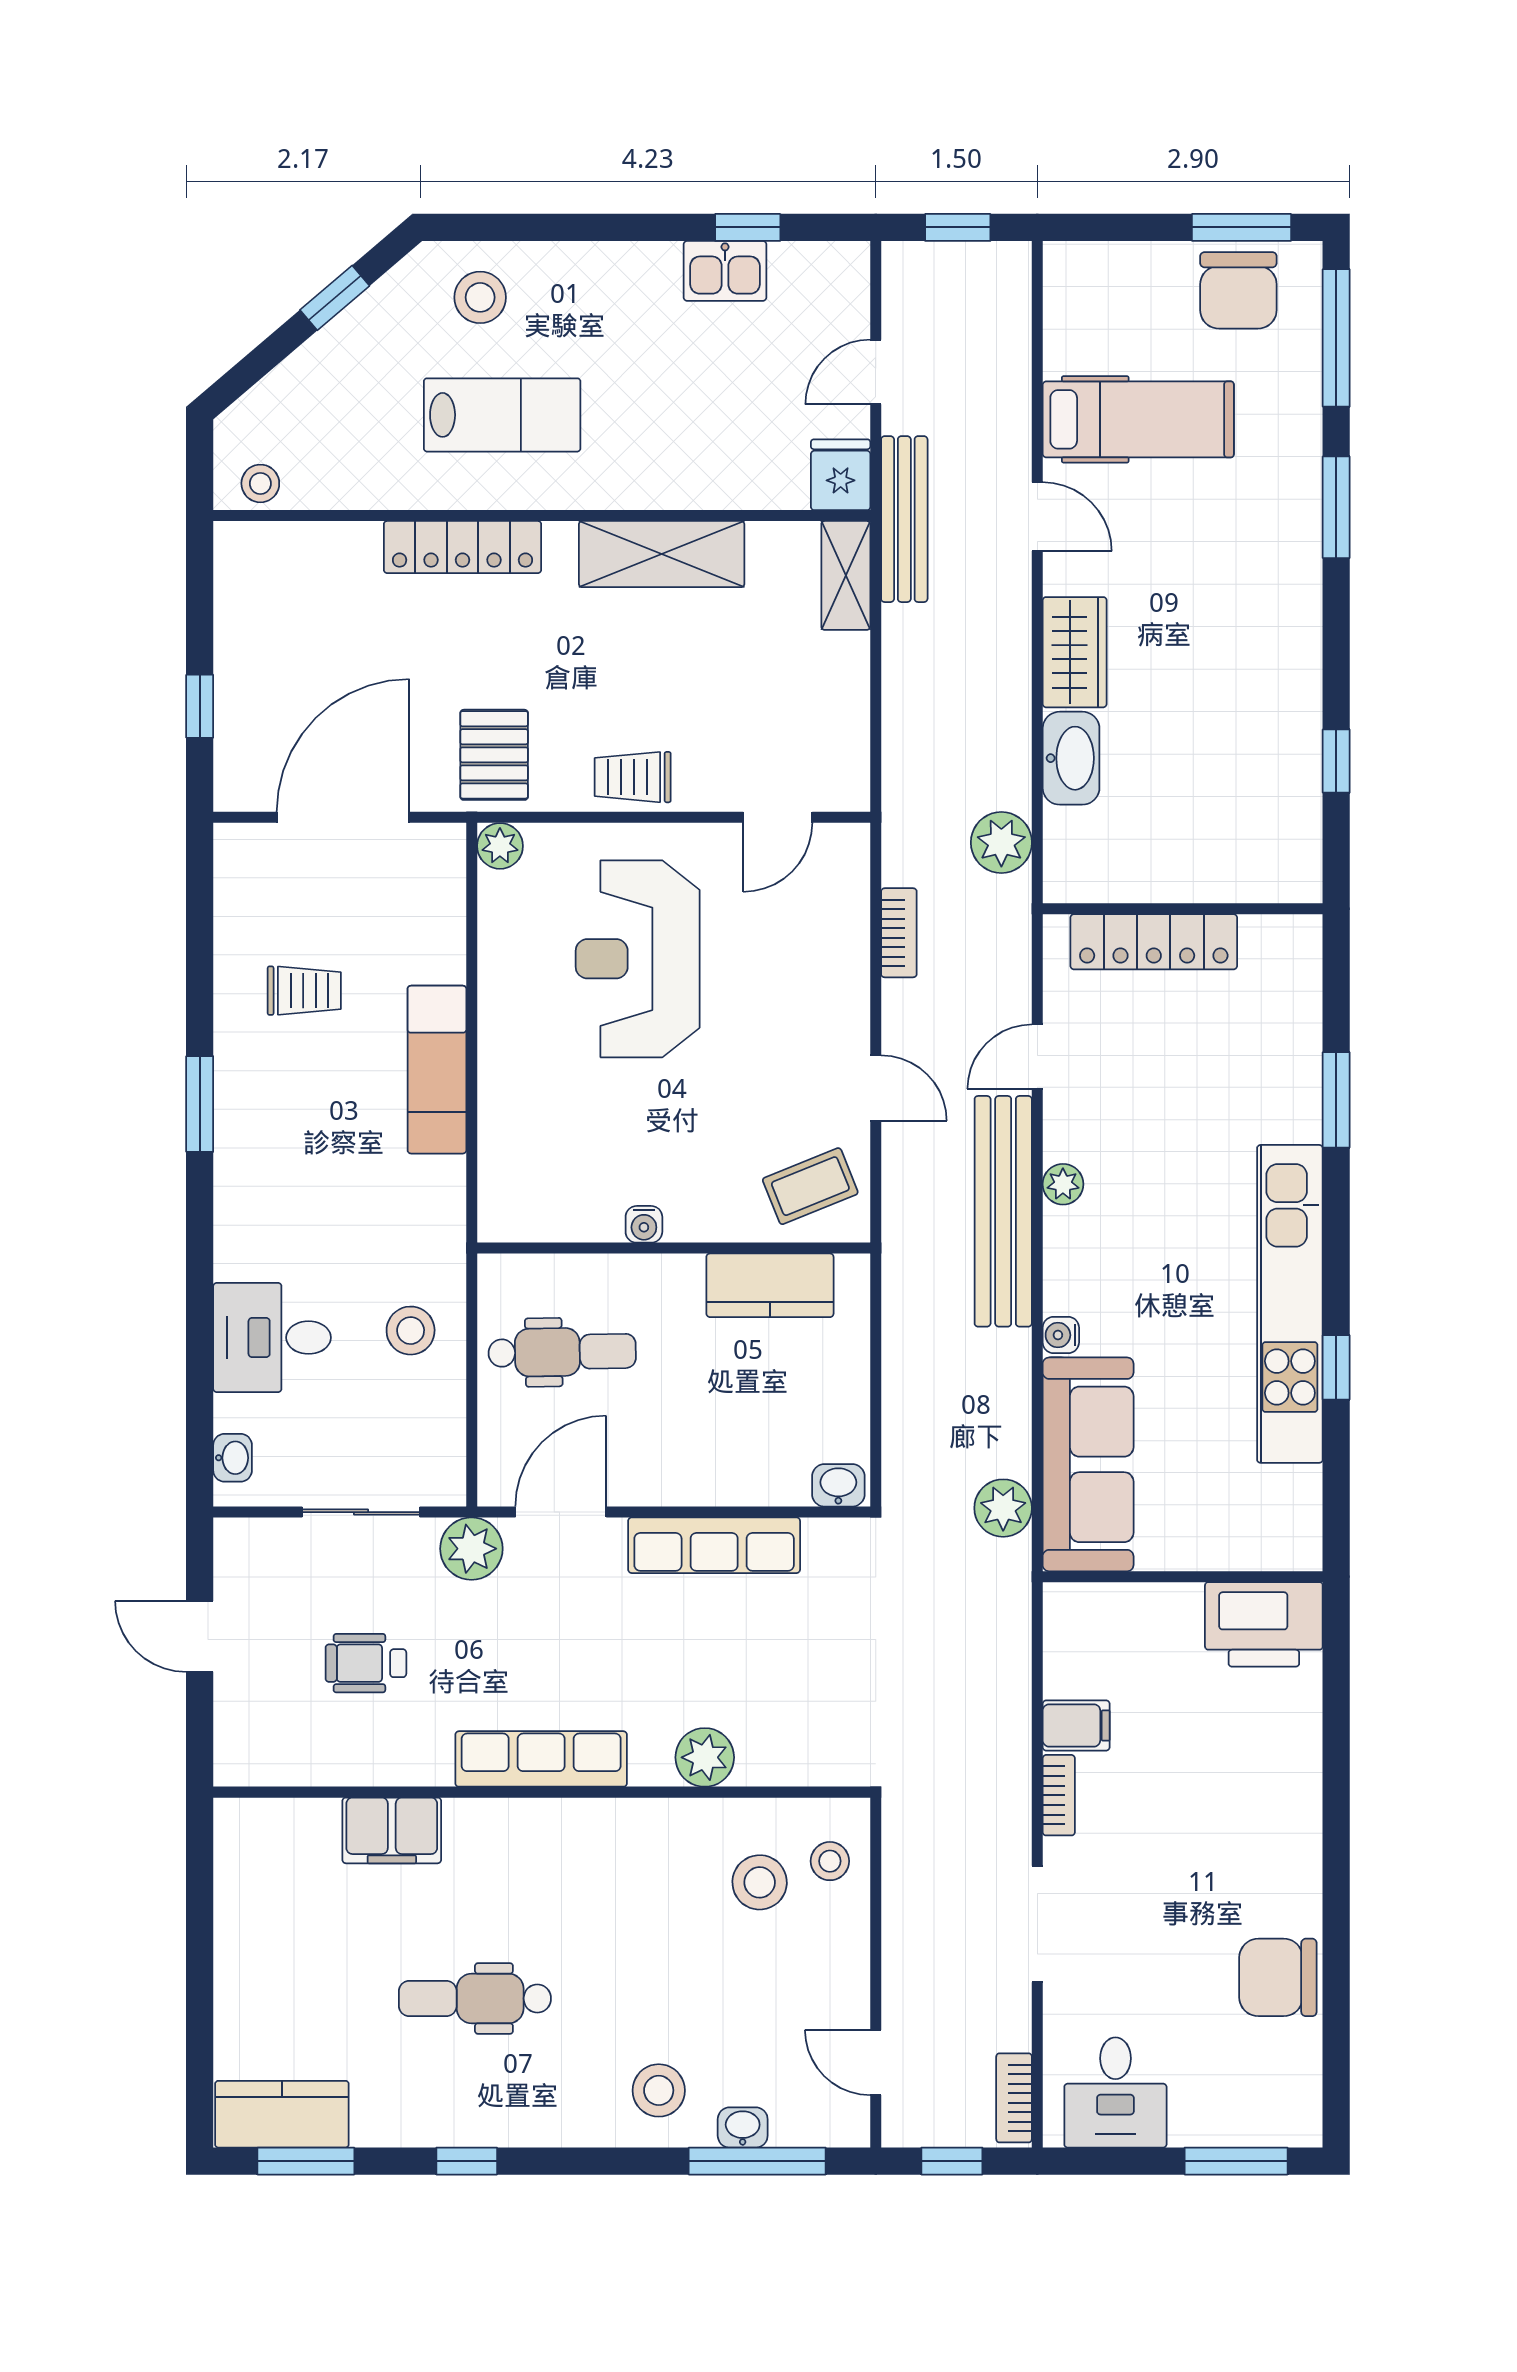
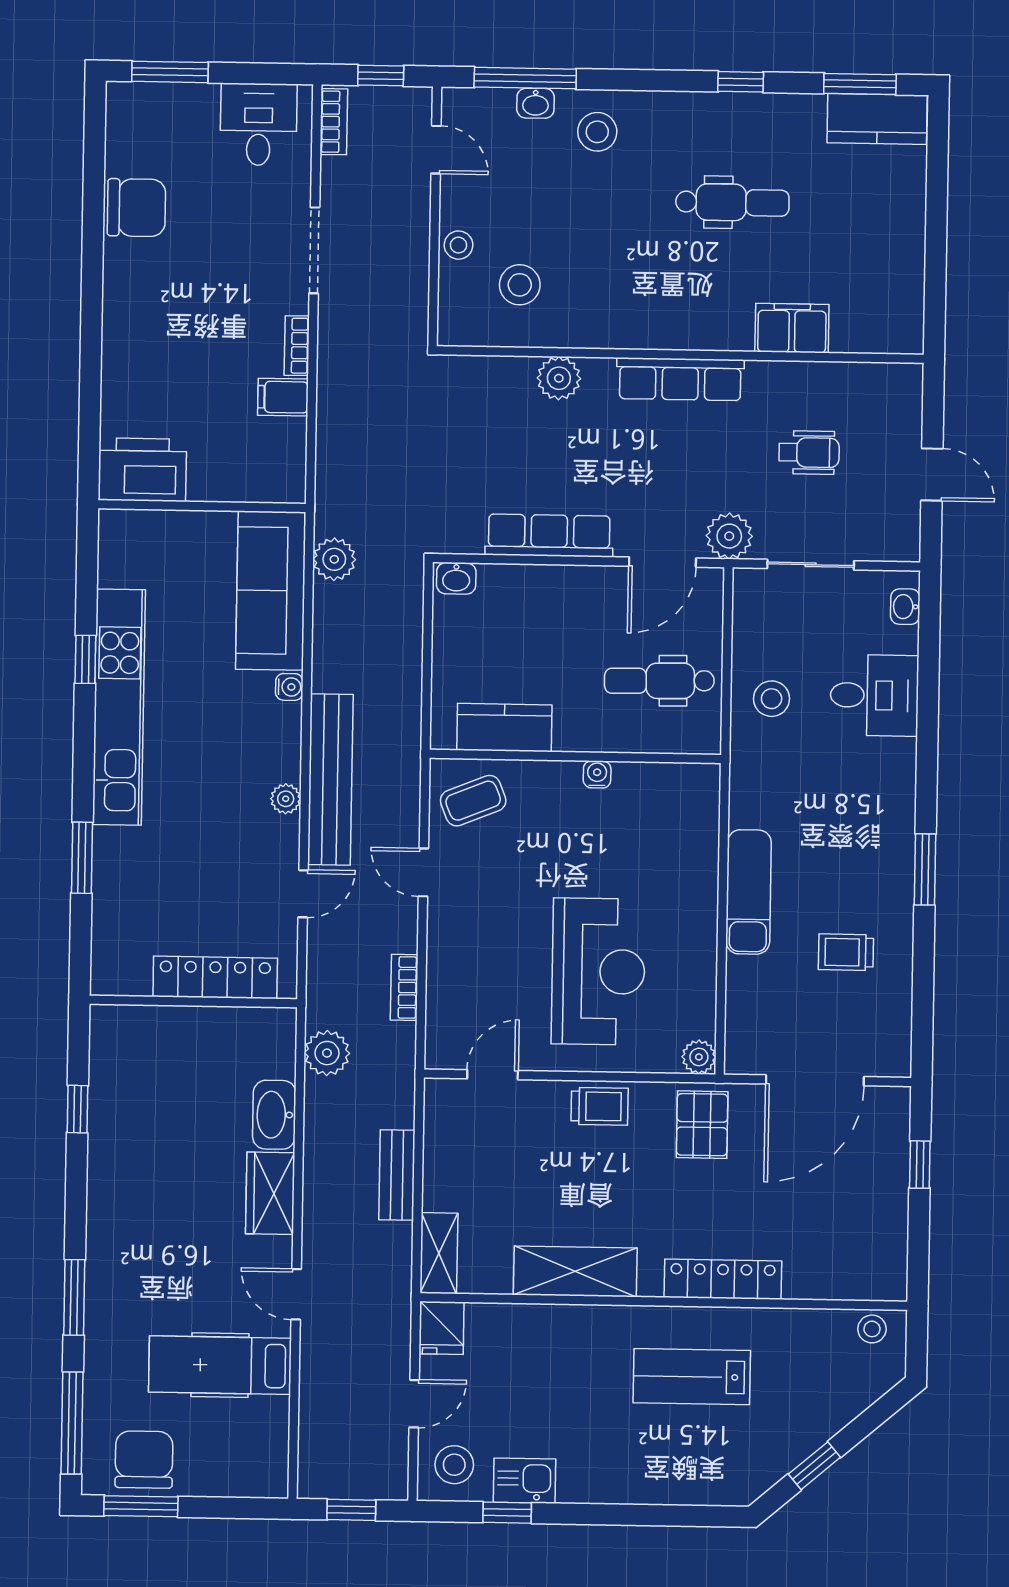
stool: (480, 297) -> (454, 1465), moved
bench: (904, 519) -> (397, 1175), moved, width x0.73
stool: (830, 1861) -> (458, 245), moved

